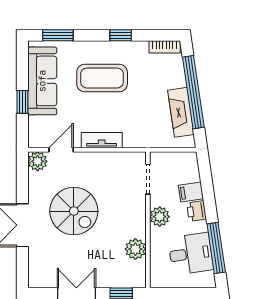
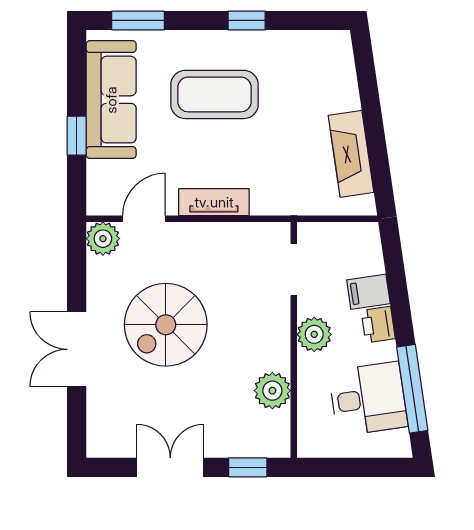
bookcase: (165, 47) -> (323, 41), removed
window: (193, 92) -> (373, 119), removed
spiral stairs: (74, 211) -> (166, 325), turned 90

